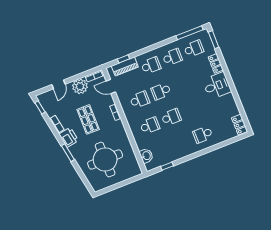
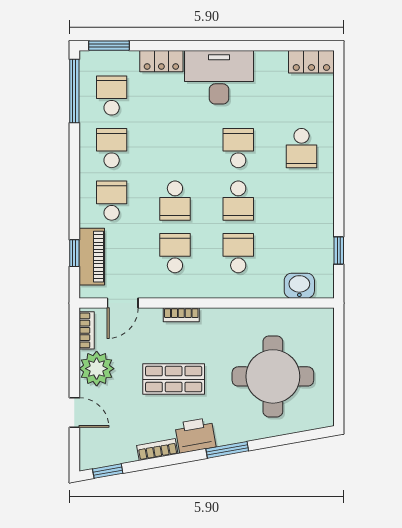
desk: (217, 86) -> (219, 77), width x1.37
school desk: (193, 109) -> (238, 148), added
school desk: (171, 117) -> (238, 201), turned 180

